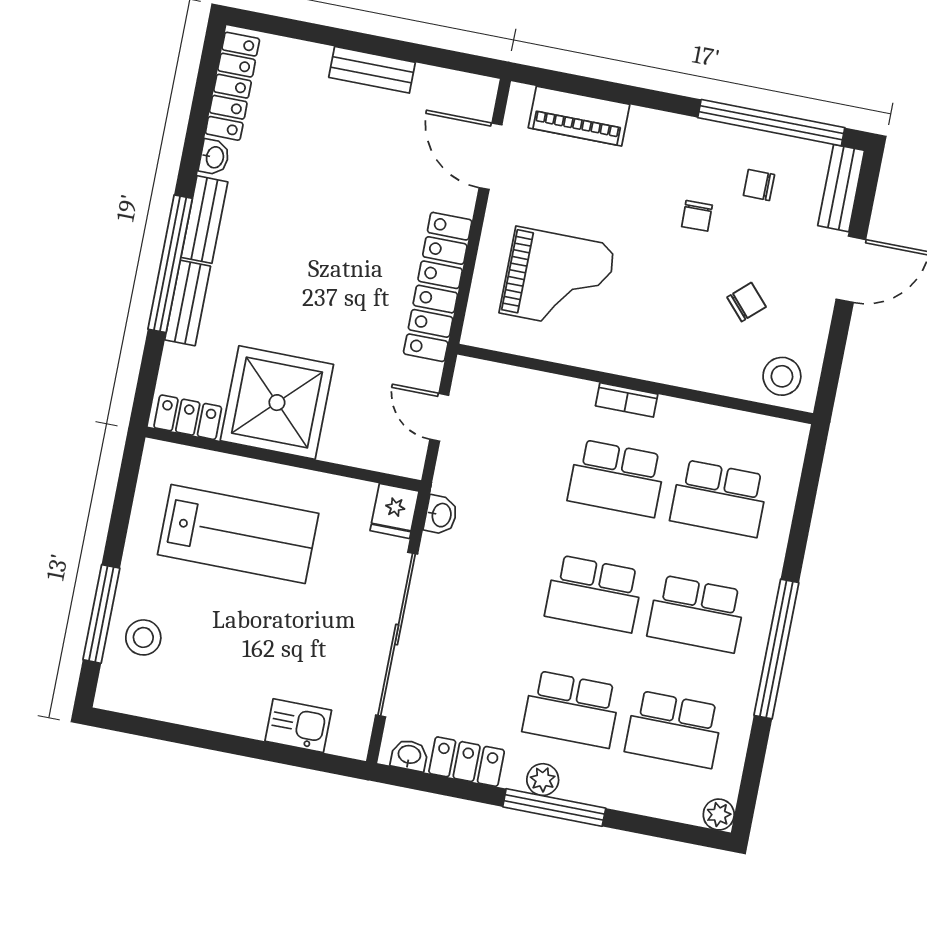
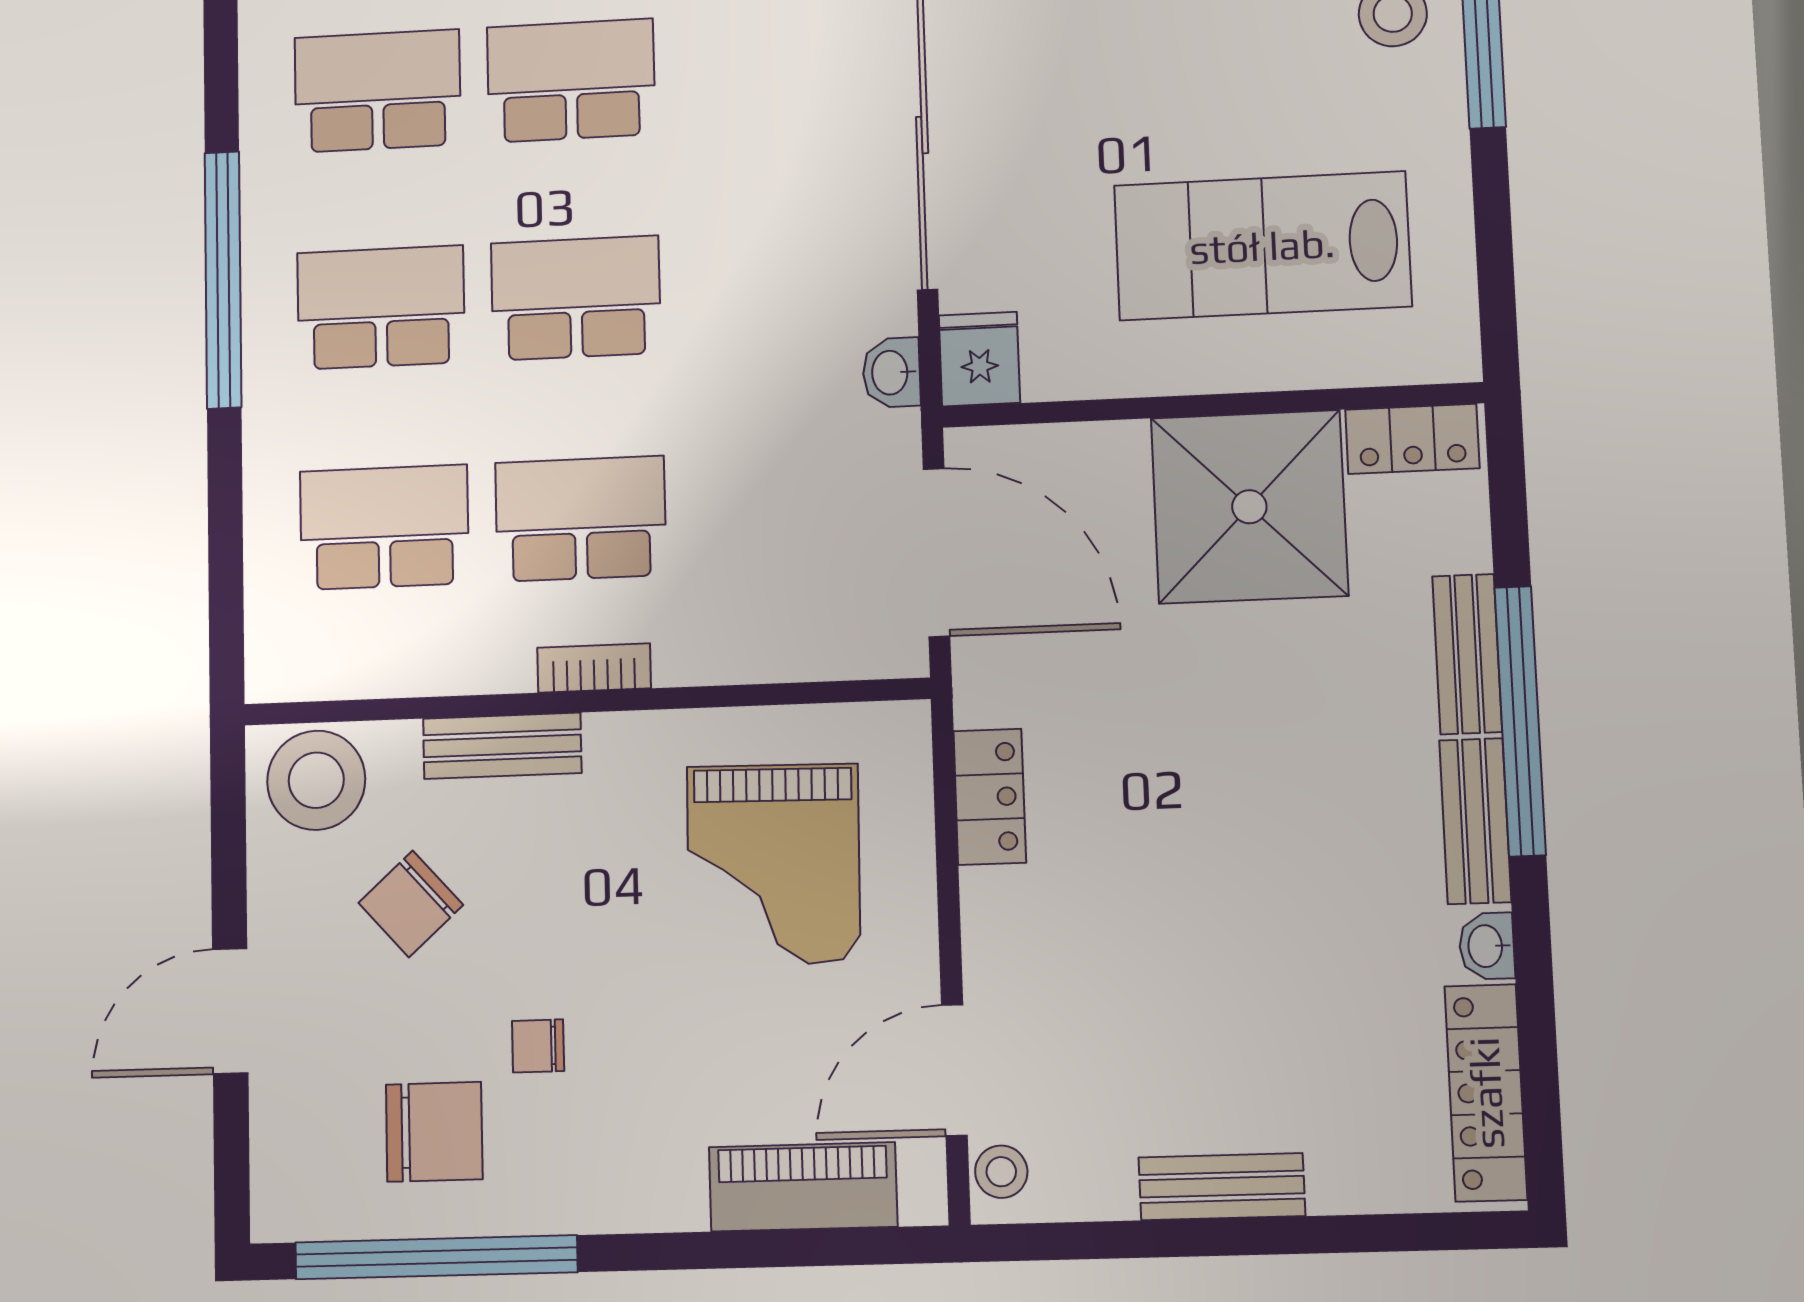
stool: (479, 101) -> (1001, 1172), added
door: (490, 156) -> (954, 1070), swing flipped
chair: (759, 185) -> (434, 1132), width x1.87, depth x1.87
bench: (841, 188) -> (502, 746), moved, turned 90
chair: (697, 216) -> (538, 1046), turned -89
grand piano: (558, 279) -> (773, 864), turned -89
locker: (438, 287) -> (990, 797), width x0.46, depth x0.83
chair: (747, 302) -> (411, 904), width x1.37, depth x1.37
stool: (782, 376) -> (316, 780), width x1.38, depth x1.38
door: (439, 417) -> (937, 552), width x1.87

